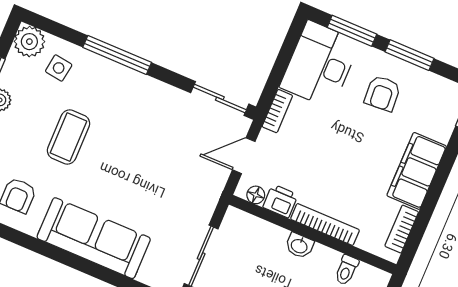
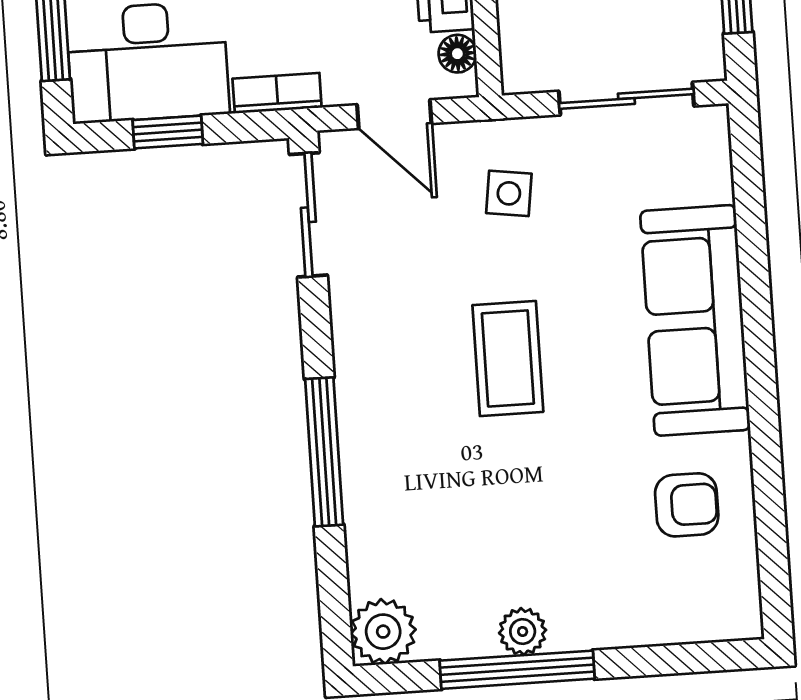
window: (284, 57) -> (168, 132), added
side table: (59, 68) -> (509, 193), moved
coffee table: (68, 137) -> (508, 358), moved, turned 90

